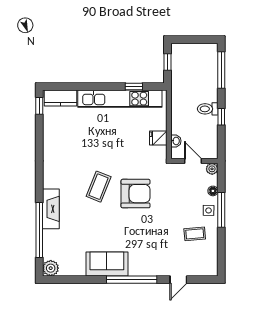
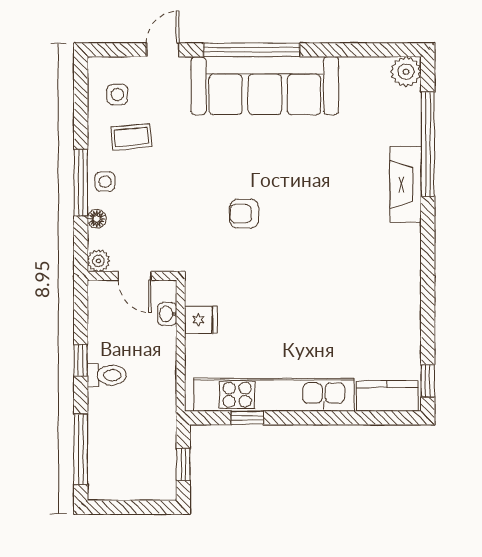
coffee table: (99, 187) -> (315, 227), removed
armchair: (136, 194) -> (244, 214), width x0.53, depth x0.53
side table: (202, 256) -> (117, 94), added
sofa: (107, 264) -> (265, 86), width x1.85, depth x1.27

